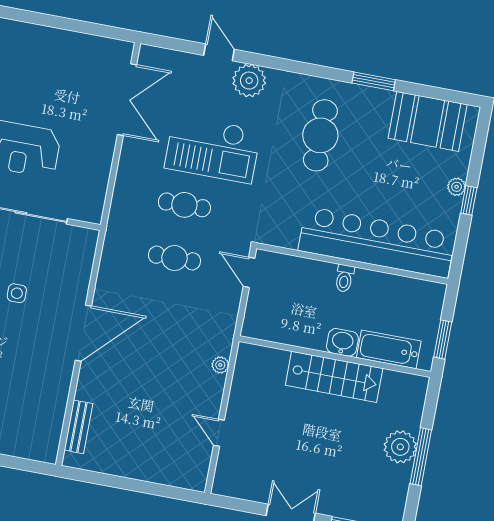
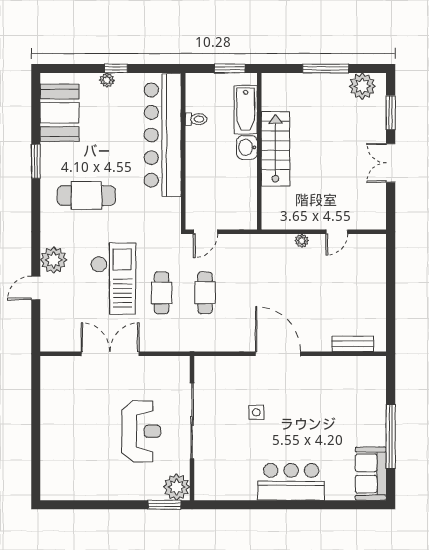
double door: (127, 100) -> (110, 354), moved
toilet: (344, 278) -> (196, 119), moved
plant: (220, 365) -> (302, 241), moved
plant: (400, 447) -> (362, 86), moved

